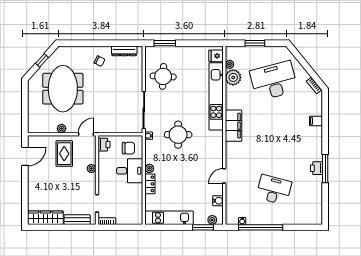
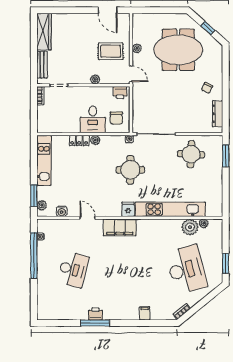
window: (255, 43) -> (226, 263), moved
fridge: (216, 56) -> (128, 209), moved
filing cabinet: (233, 126) -> (120, 227), moved

